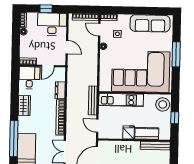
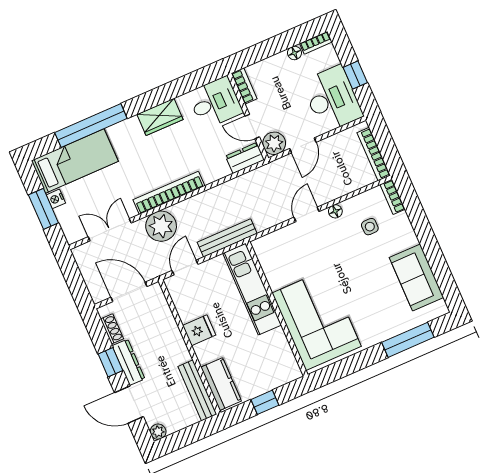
sofa: (150, 23) -> (416, 277), width x0.73
door: (99, 30) -> (307, 214), moved
window: (176, 54) -> (408, 340), moved
plant: (60, 60) -> (274, 143), added
corner sofa: (141, 72) -> (317, 320), width x0.73, depth x0.74
dresser: (60, 90) -> (245, 158), moved
stool: (163, 104) -> (279, 369), removed
plant: (74, 128) -> (161, 226), added
kitchen counter: (147, 133) -> (221, 384), moved

